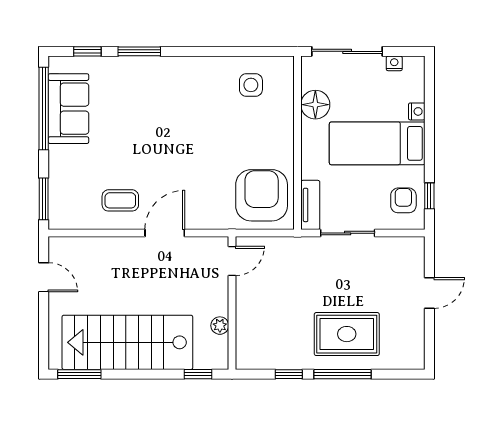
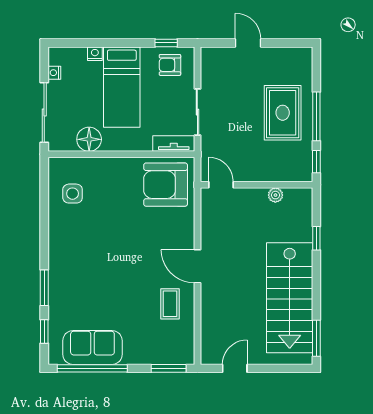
door: (232, 261) -> (221, 185), moved
wall: (232, 303) -> (256, 185), moved
plant: (220, 326) -> (275, 195), moved

